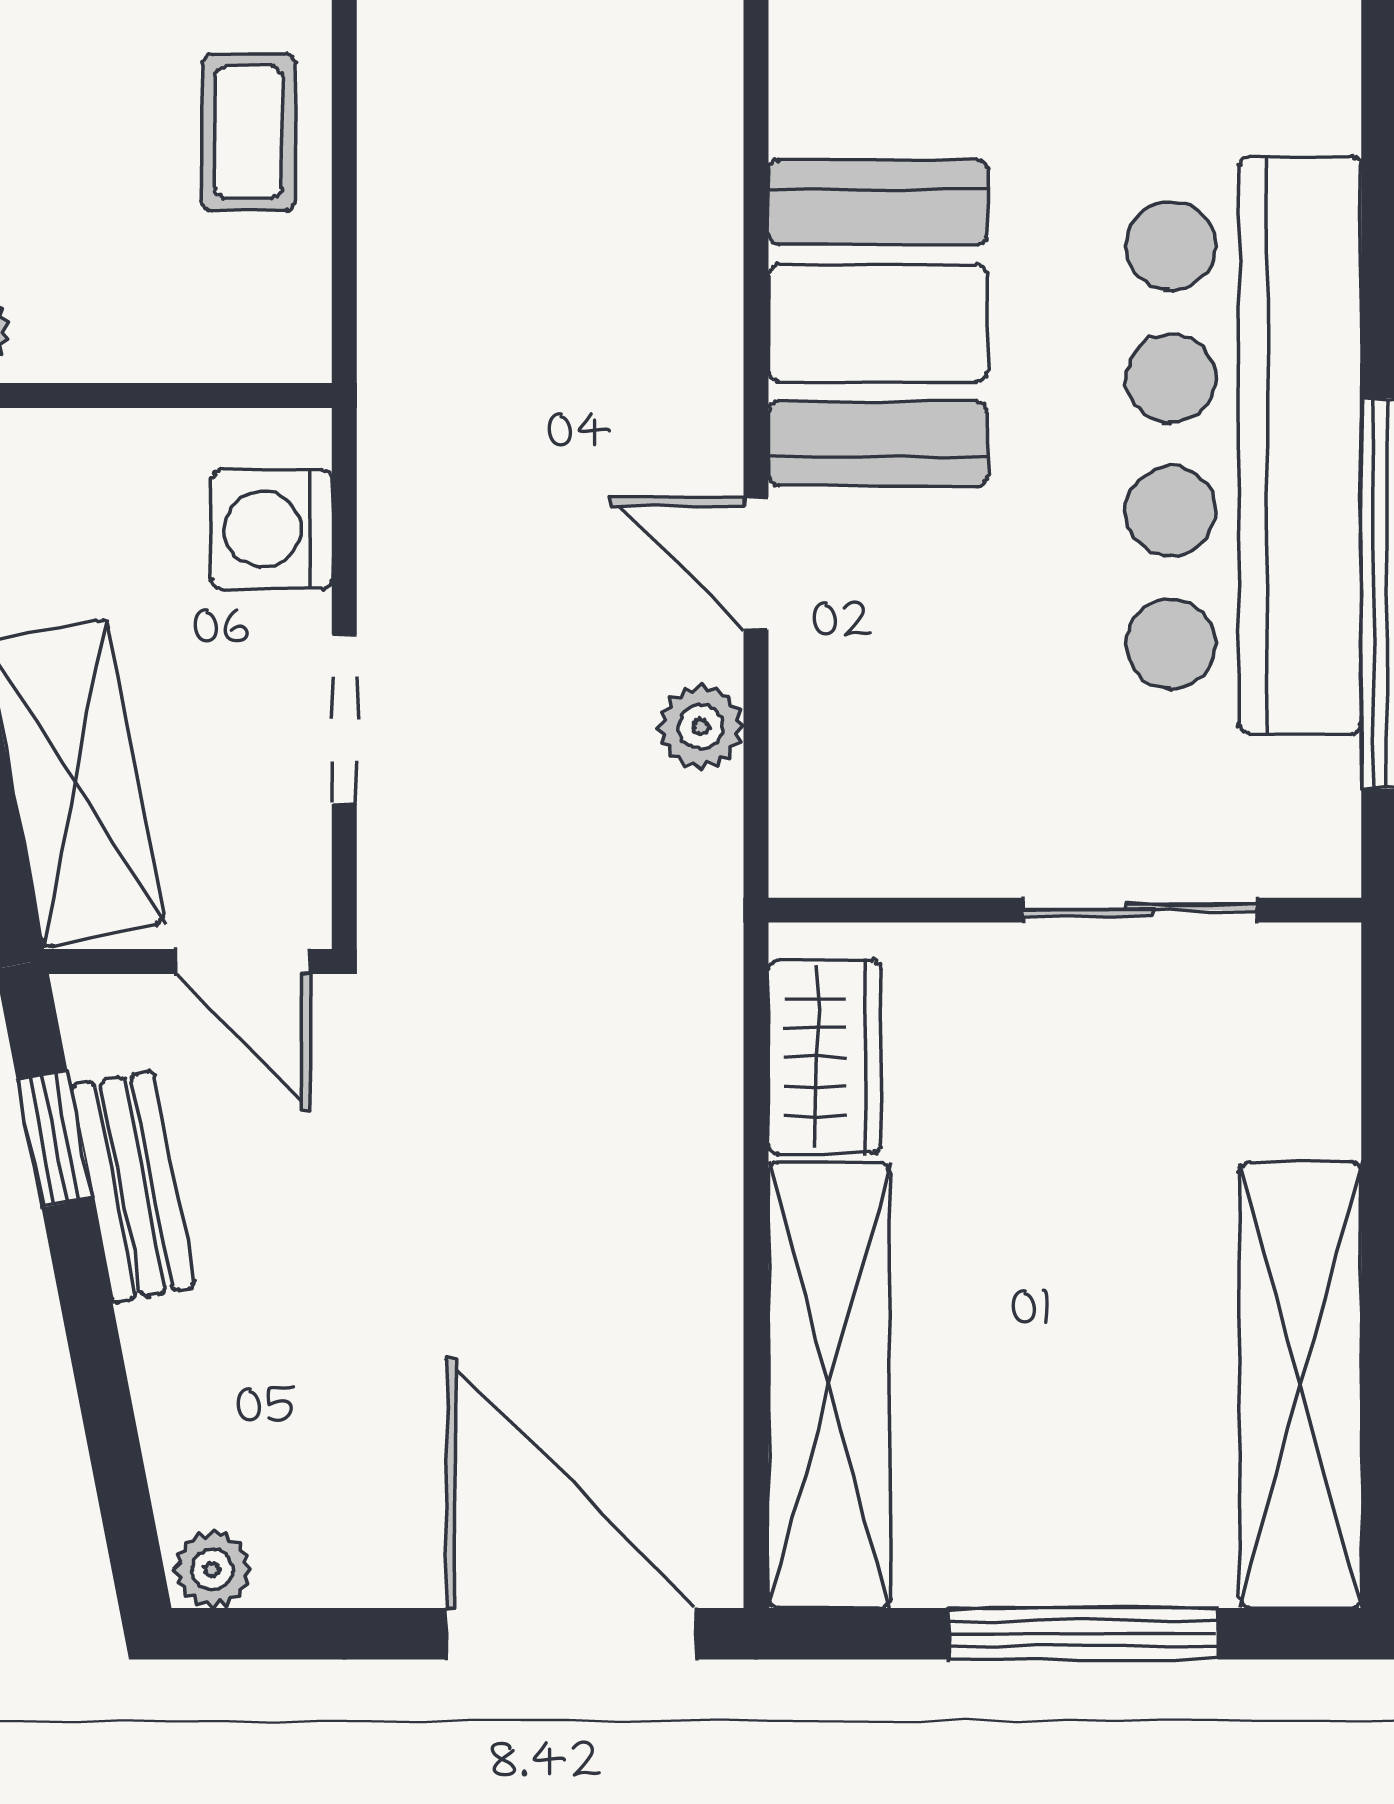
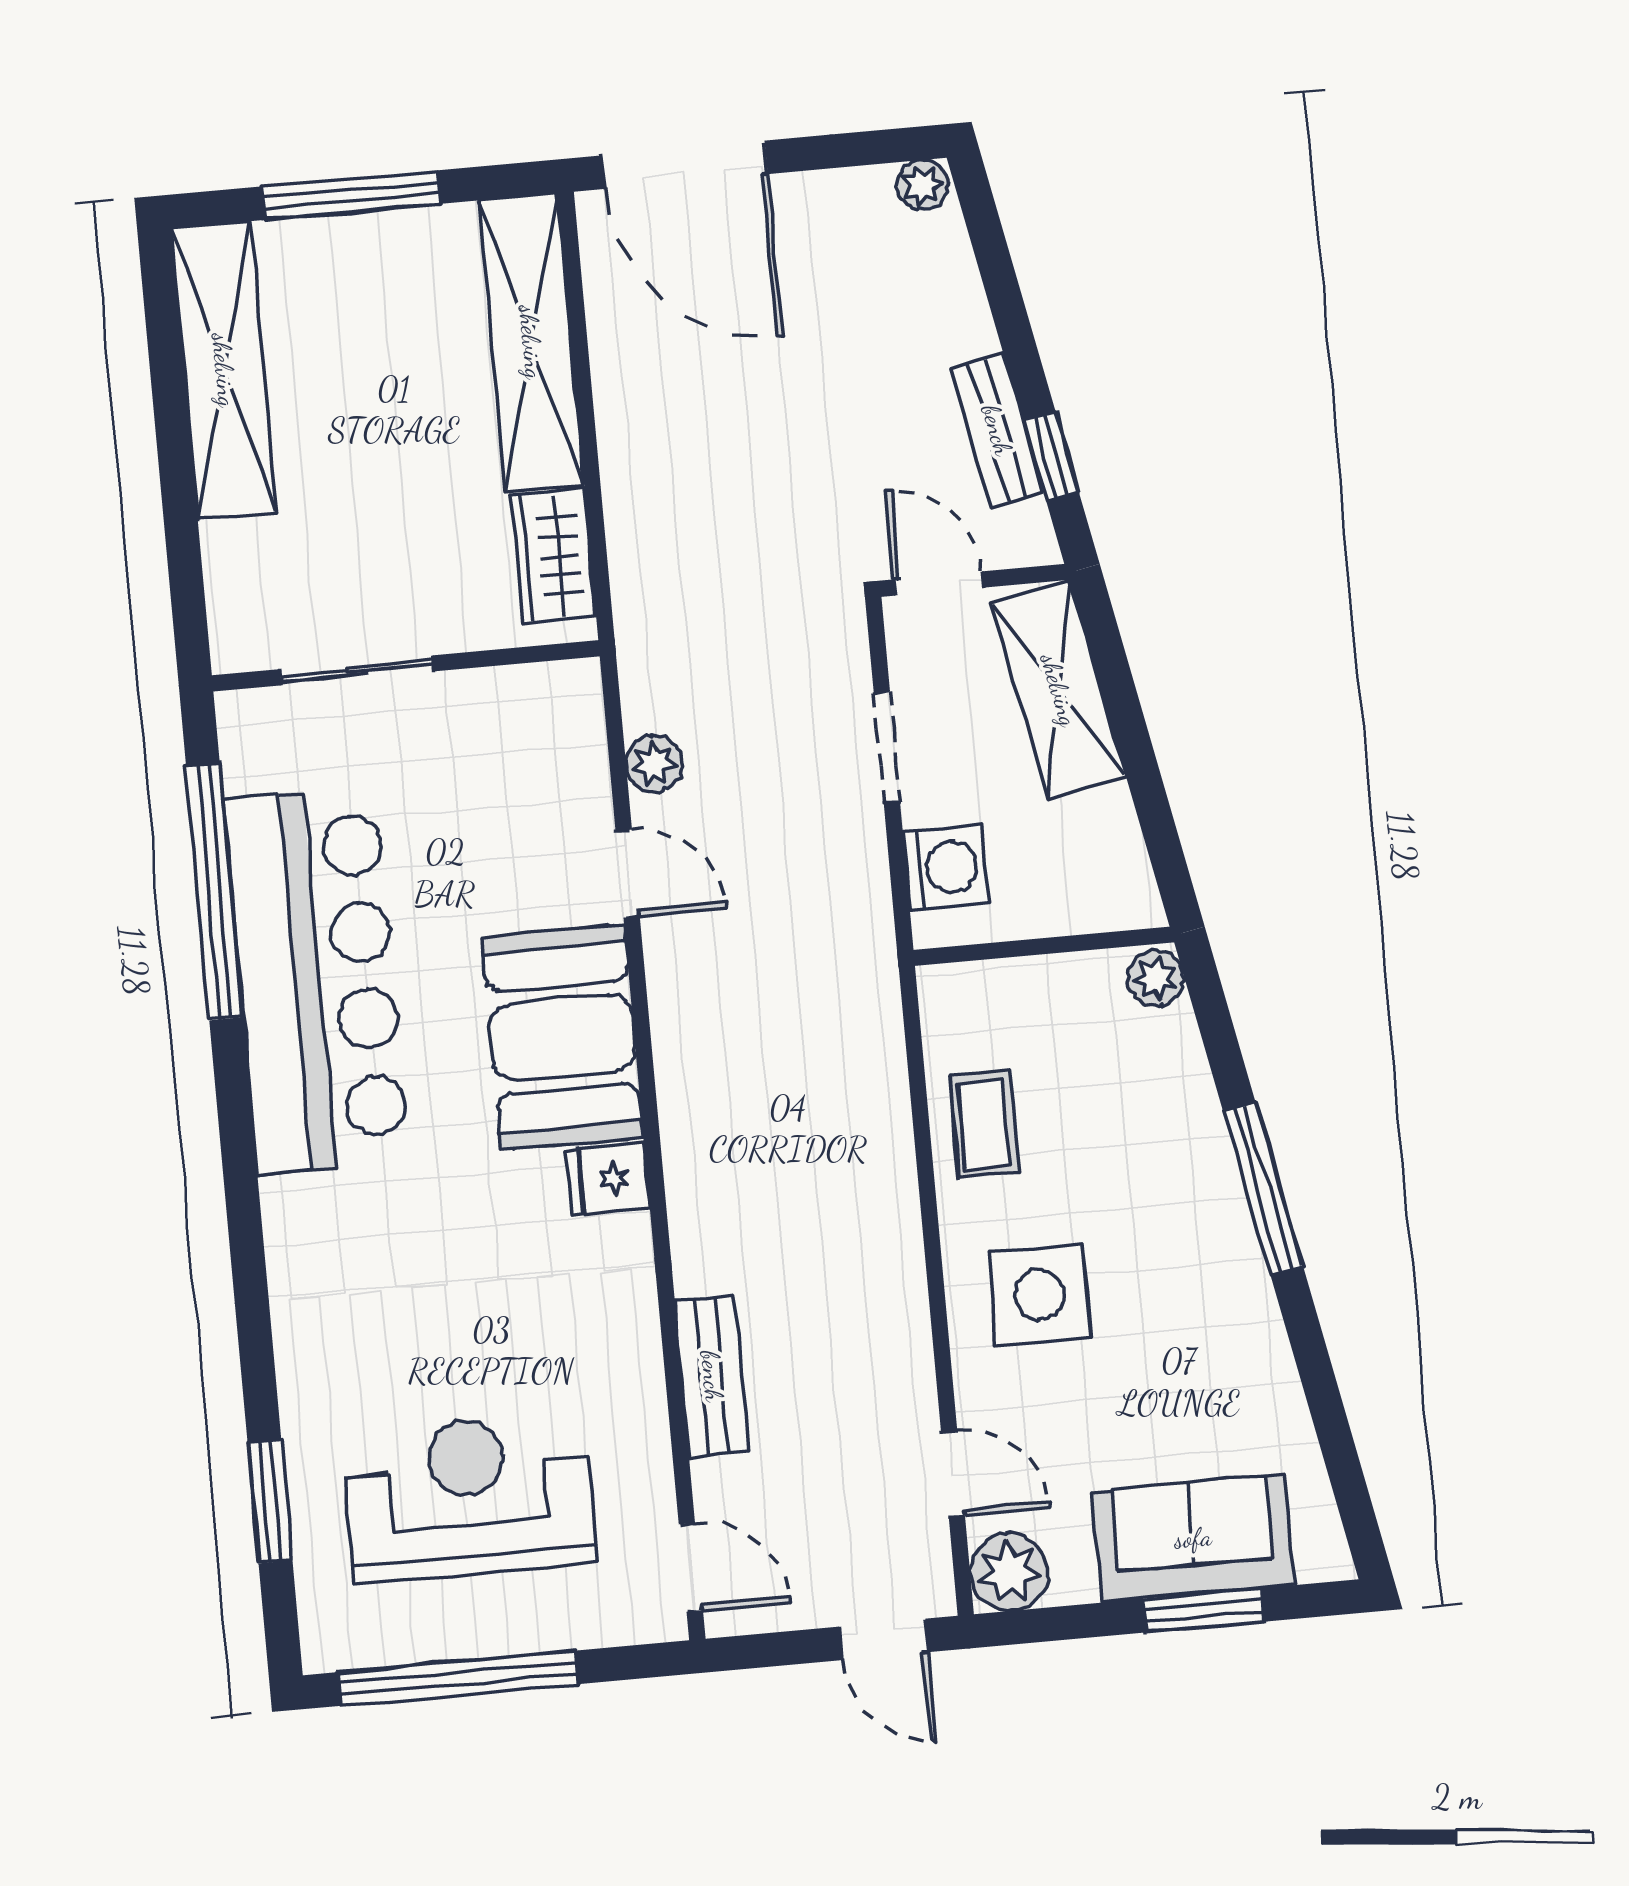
fridge: (828, 102) -> (608, 1179), added

